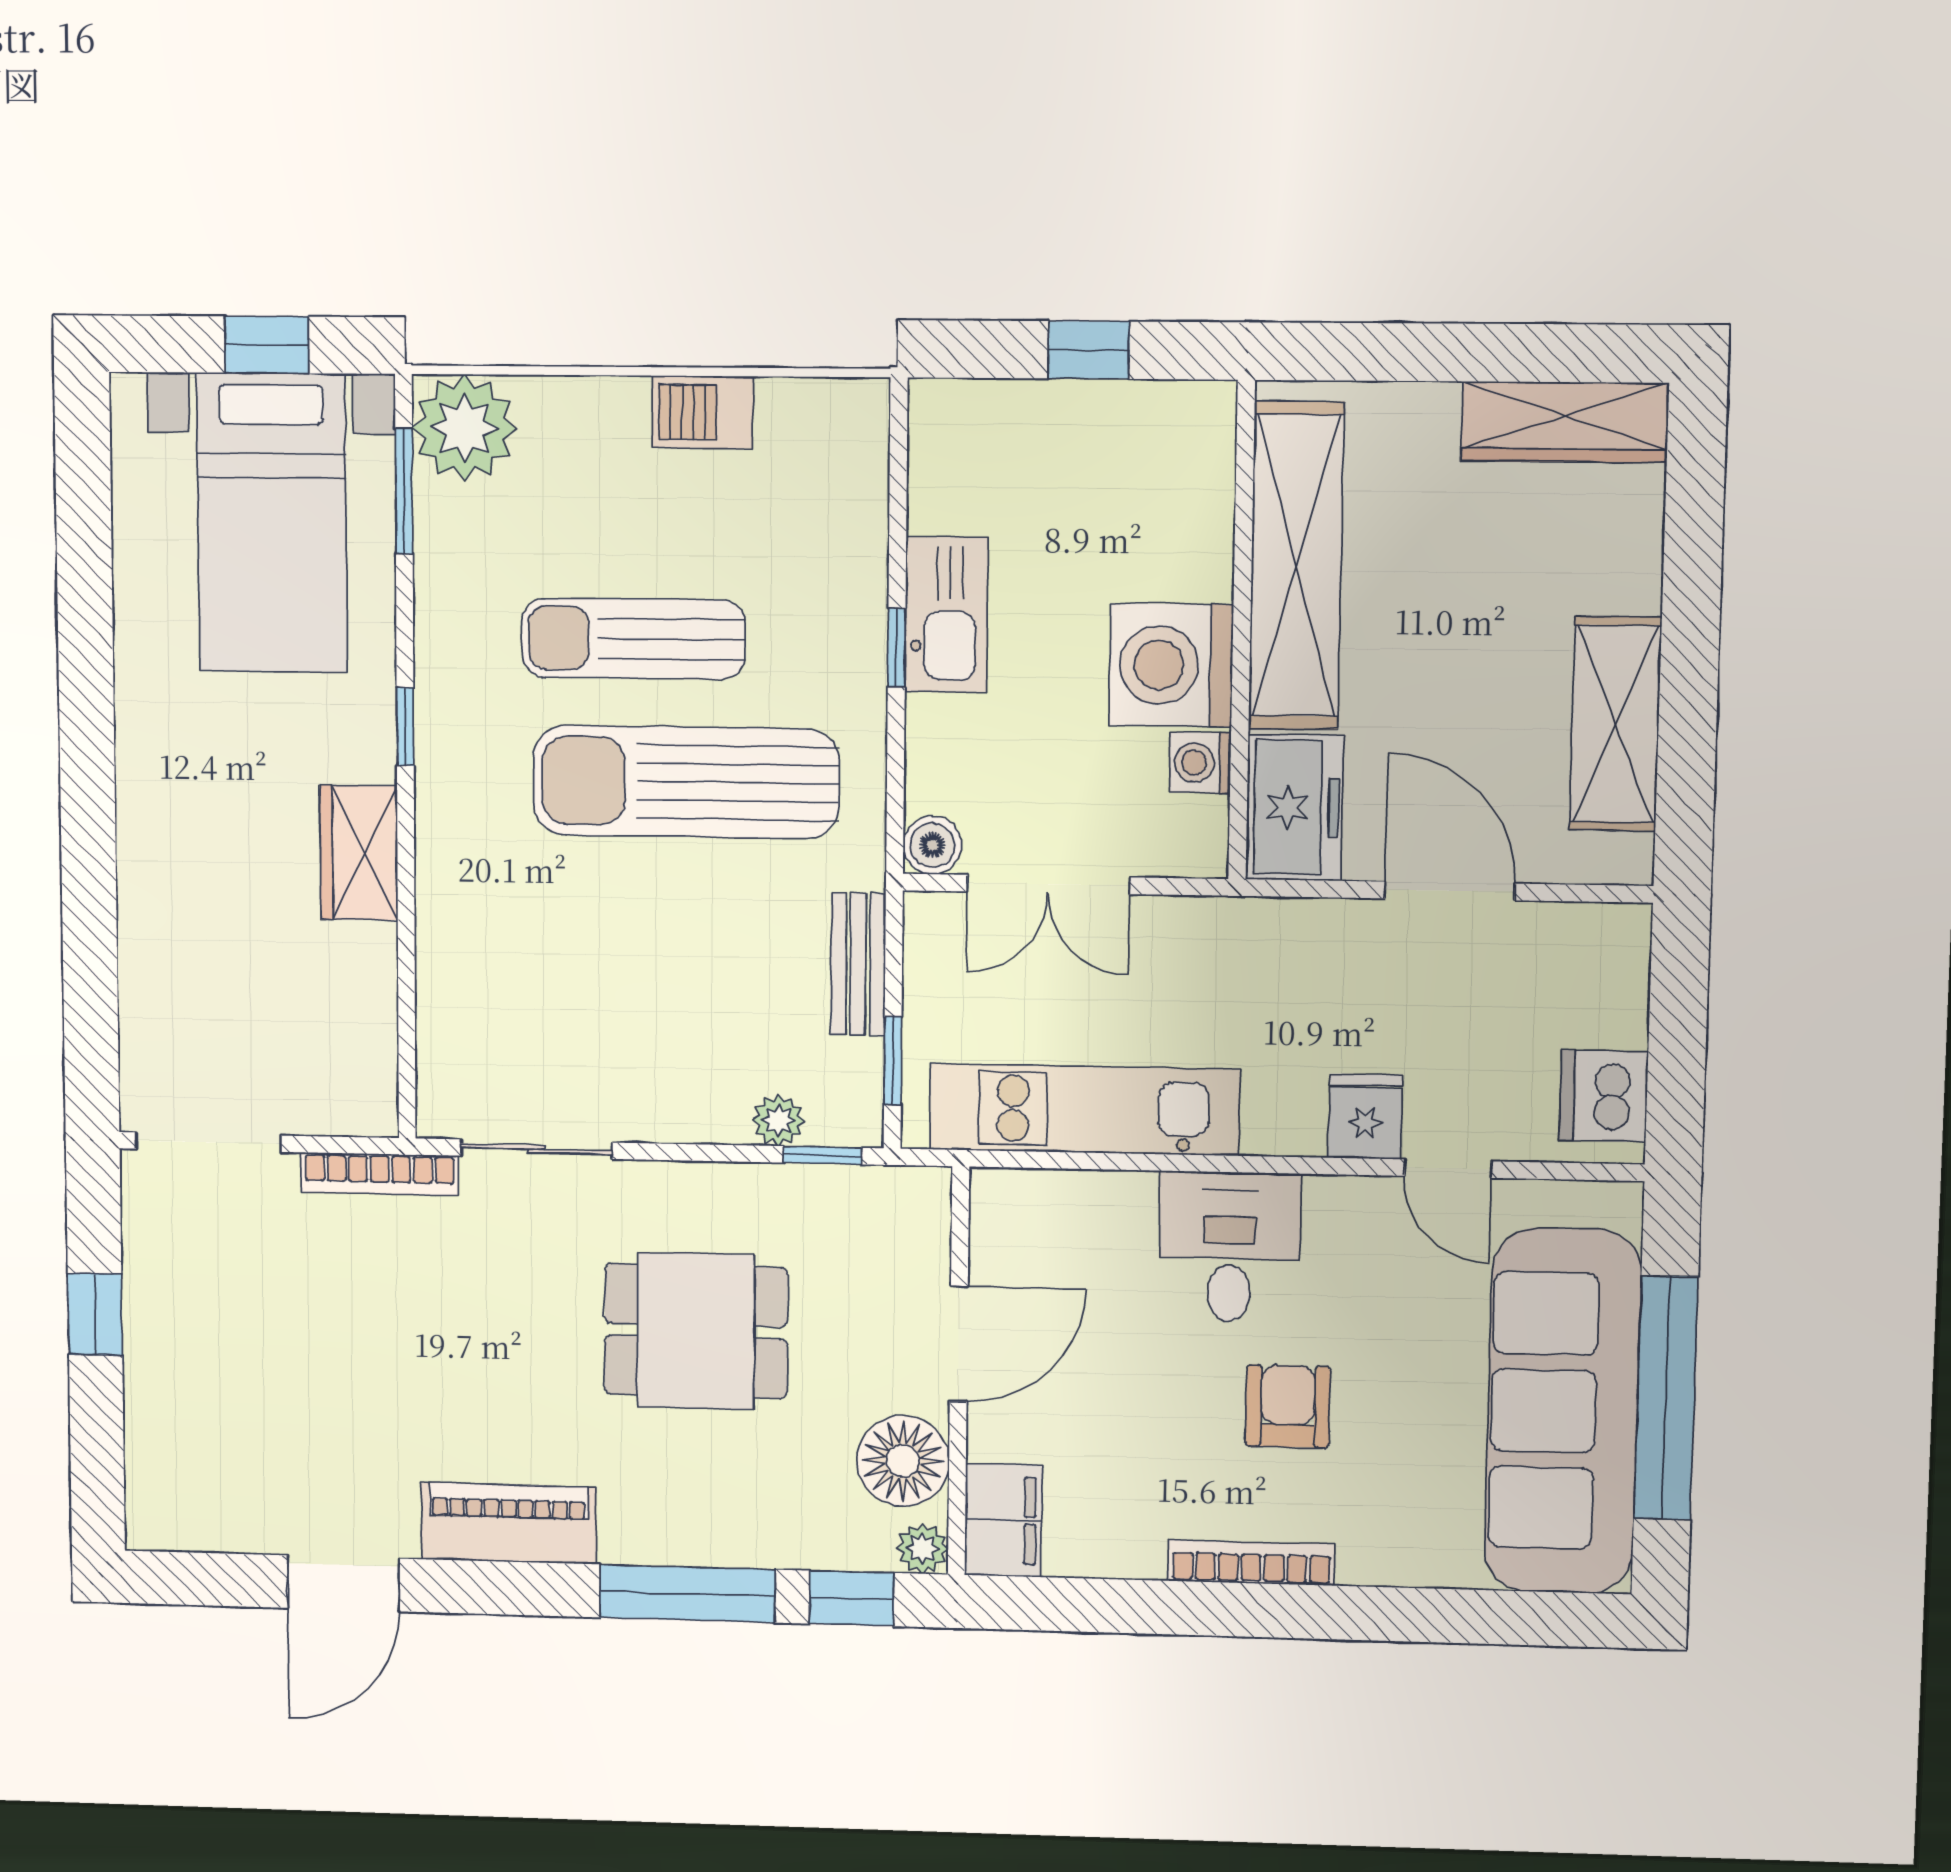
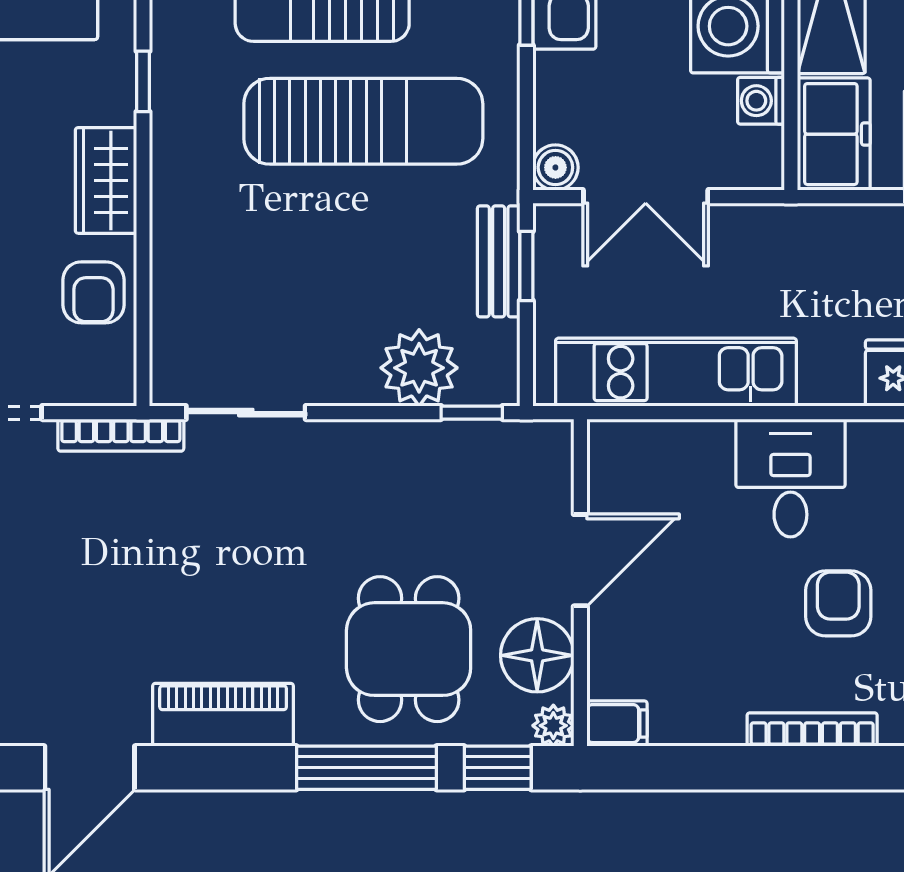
sun lounger: (686, 782) -> (363, 121), turned 180
armchair: (344, 994) -> (93, 292), added
window: (893, 1061) -> (526, 266), moved
plant: (778, 1120) -> (419, 368), width x1.88, depth x1.88
dining table: (696, 1331) -> (409, 649), moved, turned 90
filing cabinet: (1003, 1520) -> (617, 724), width x0.50

